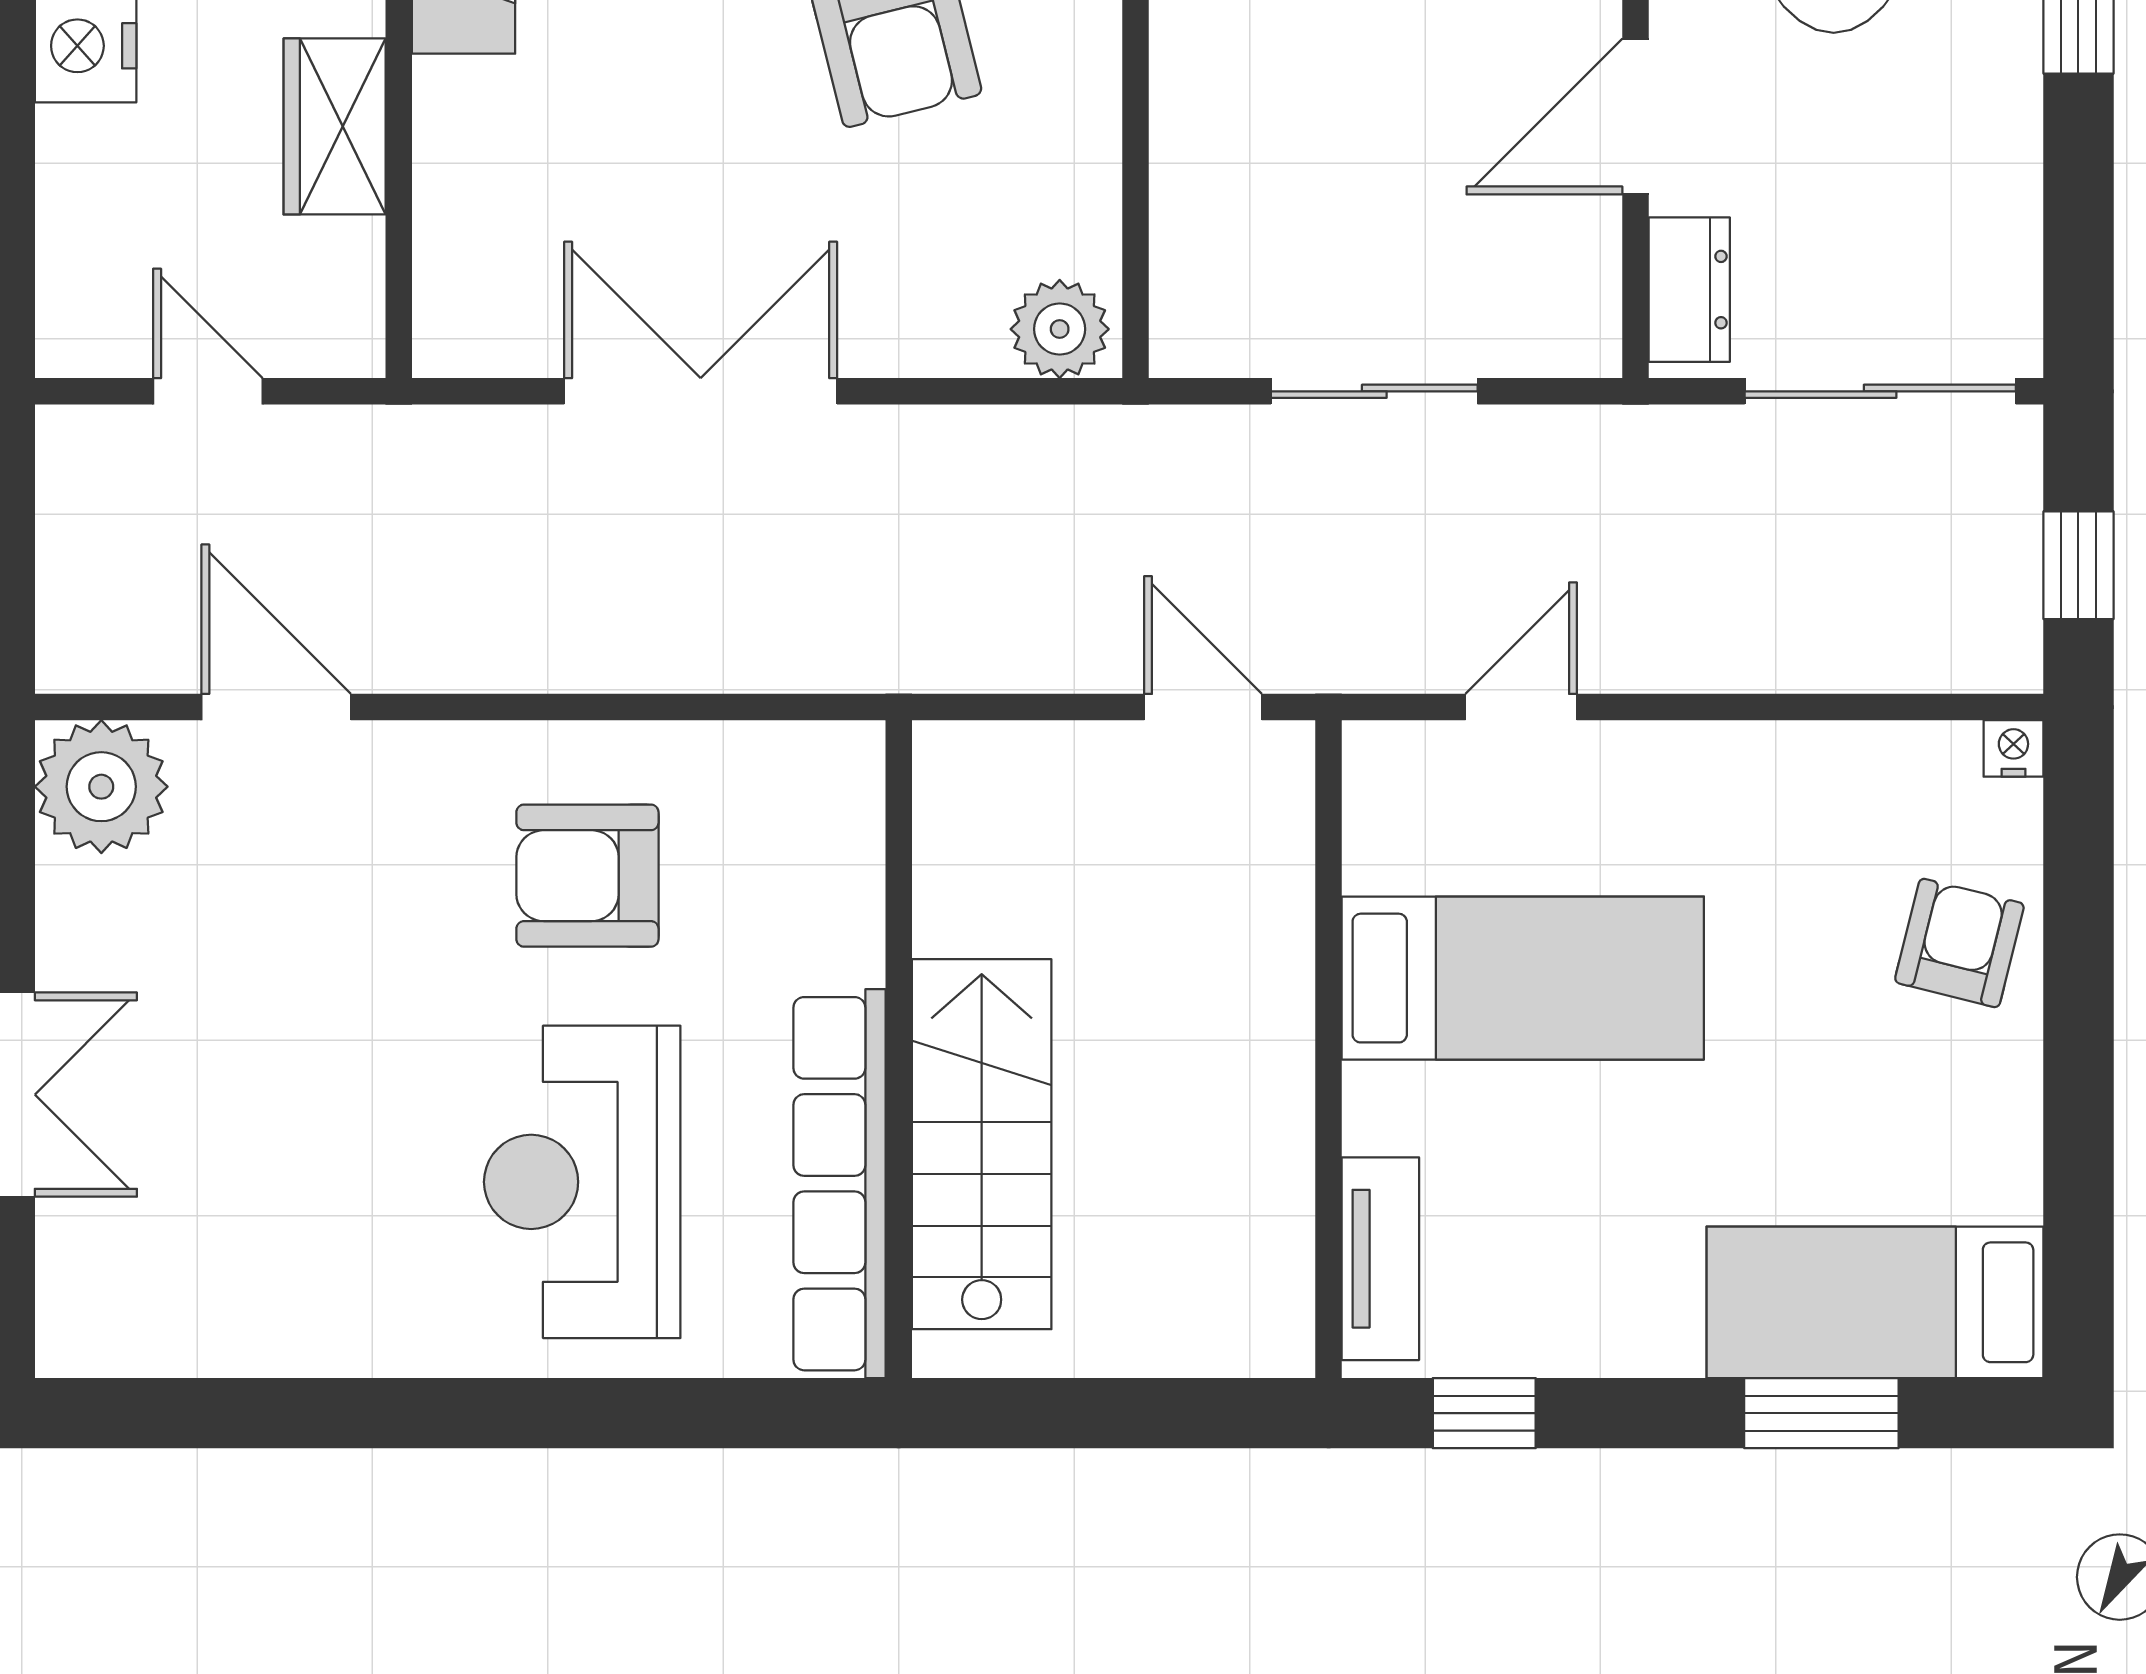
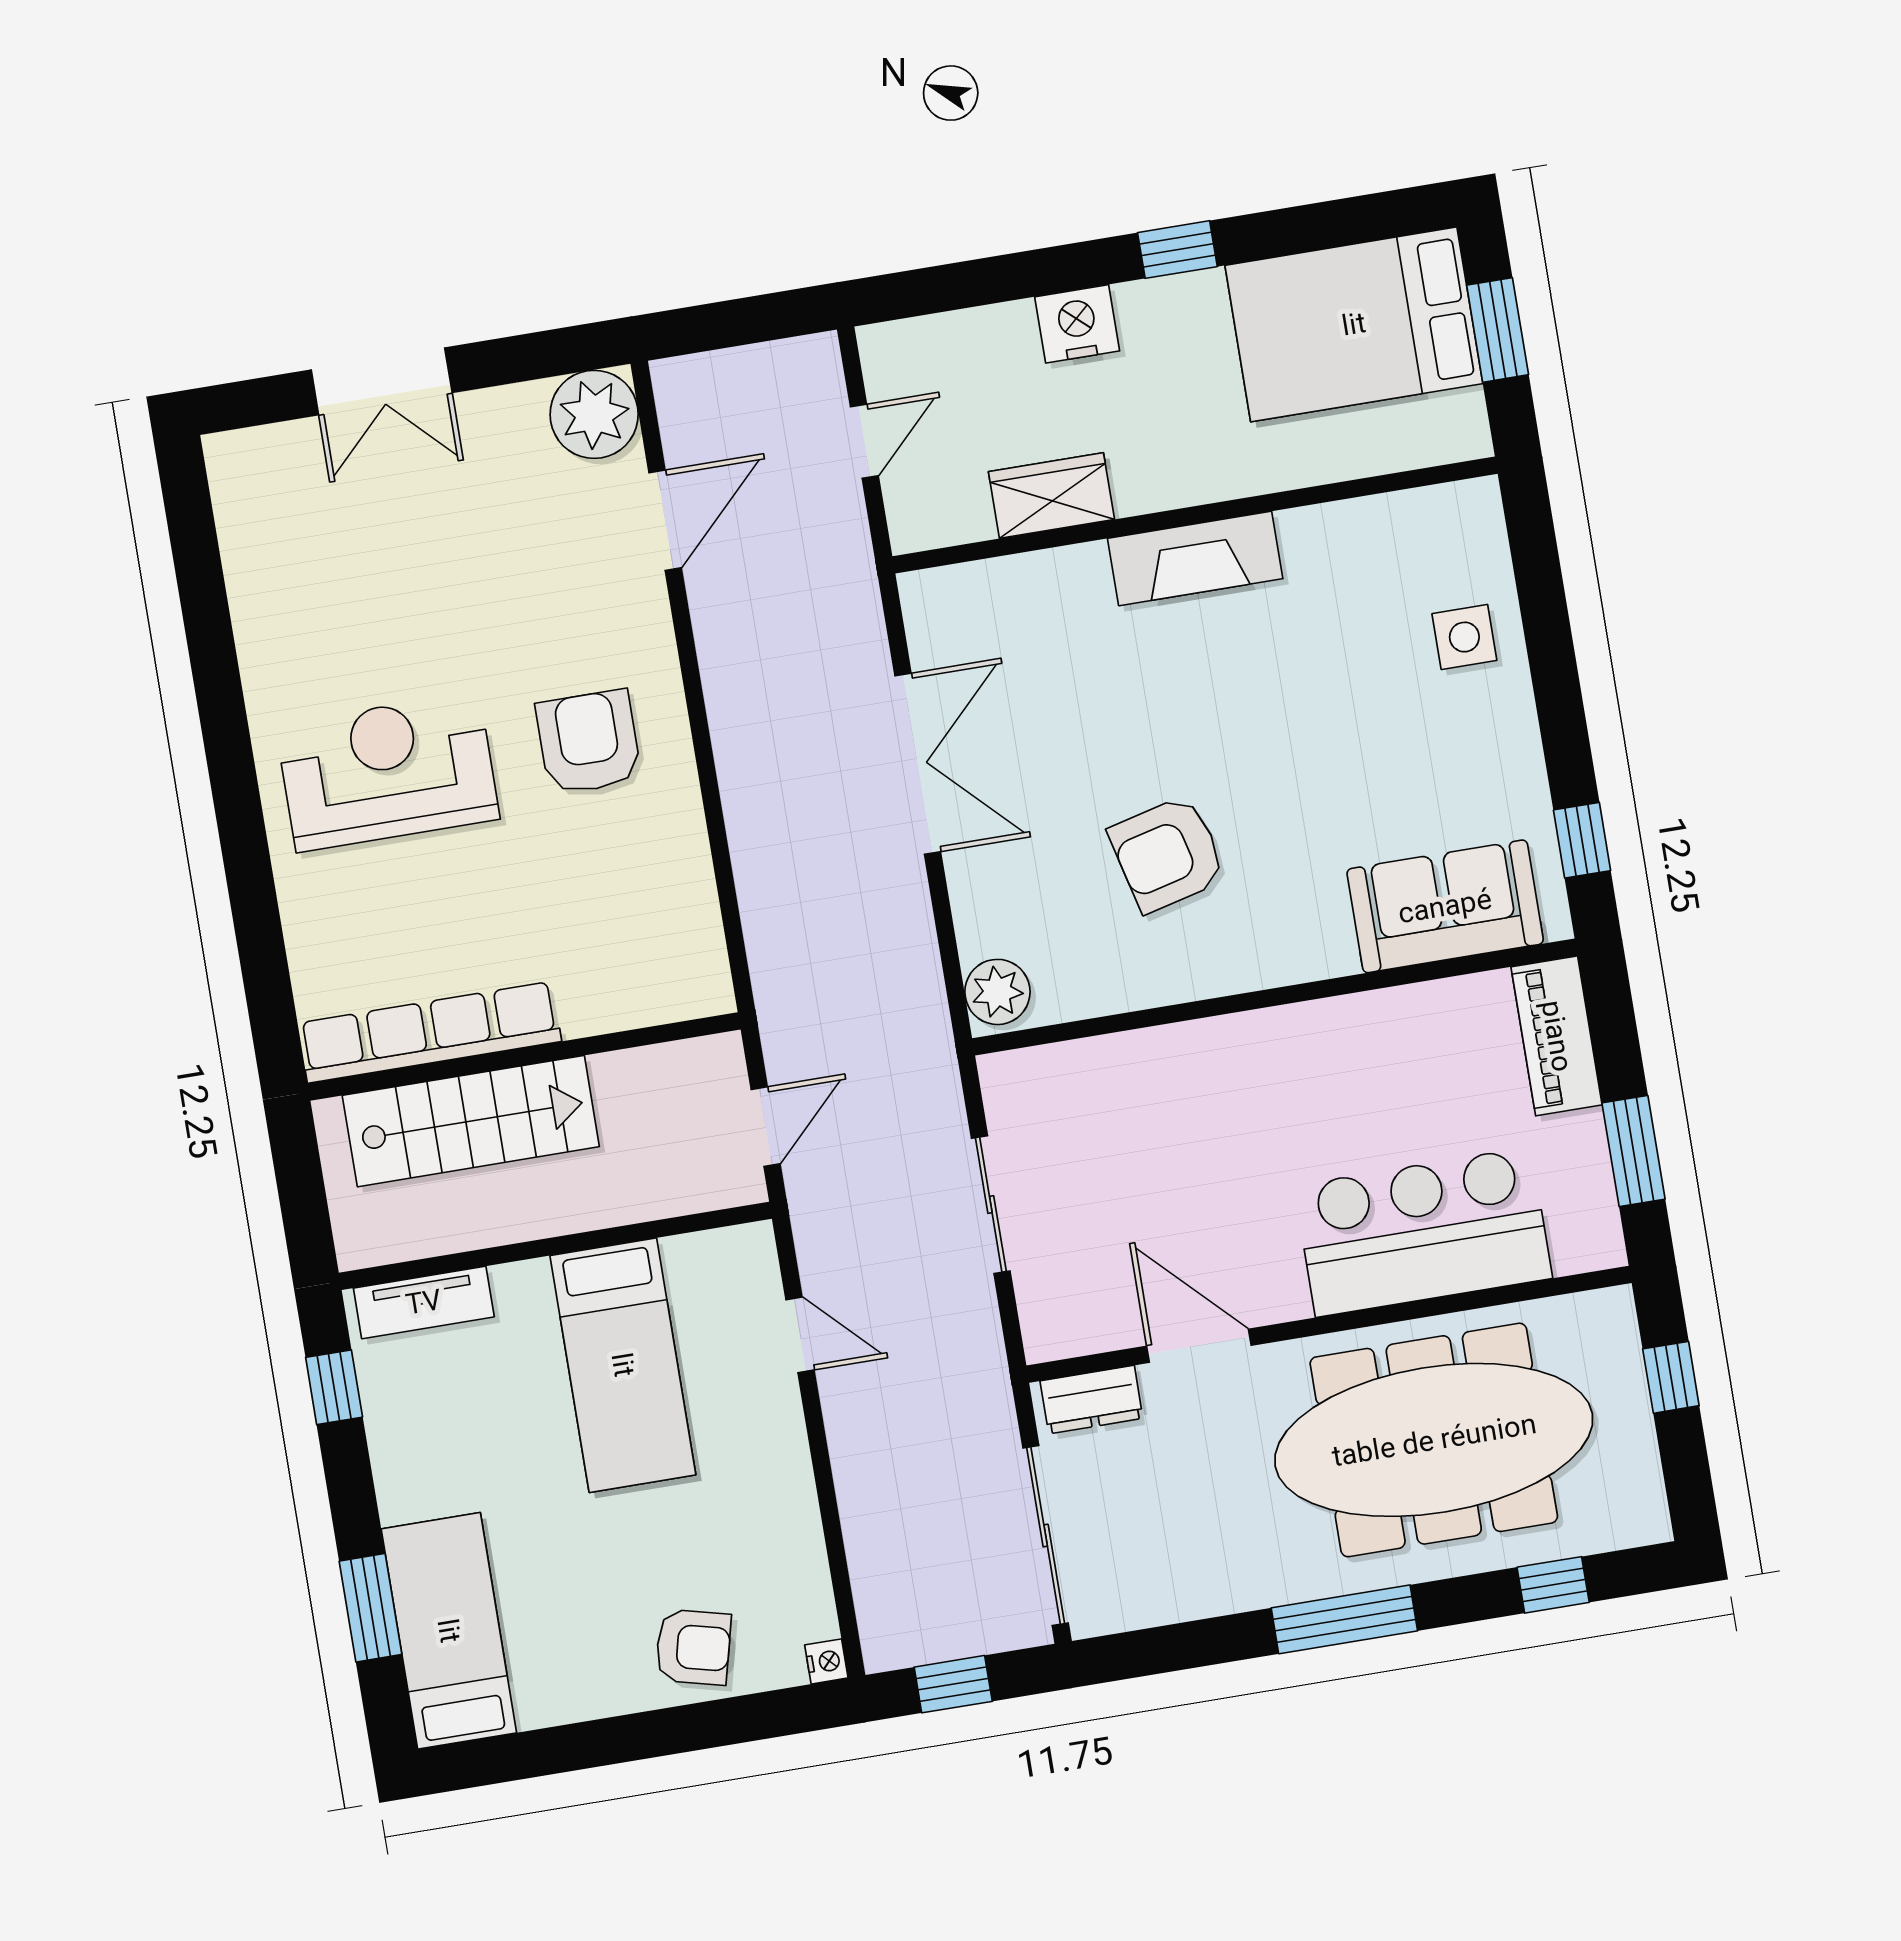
wall: (899, 1049) -> (524, 1056), moved
stairs: (982, 1144) -> (471, 1121), moved
row of seats: (840, 1184) -> (430, 1032), moved

